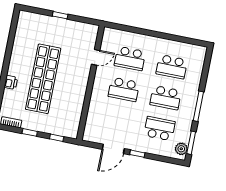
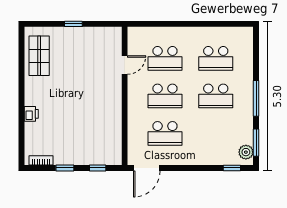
shop shelf: (43, 79) -> (39, 56), moved, width x0.50, depth x0.74
school desk: (159, 129) -> (165, 133), moved, turned 180
door: (113, 149) -> (147, 168), moved
window: (137, 154) -> (232, 168), moved

